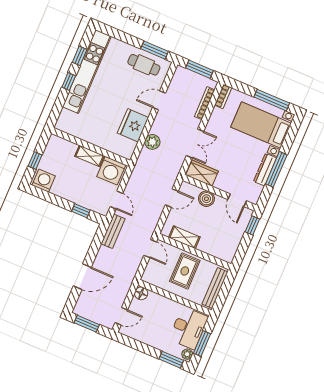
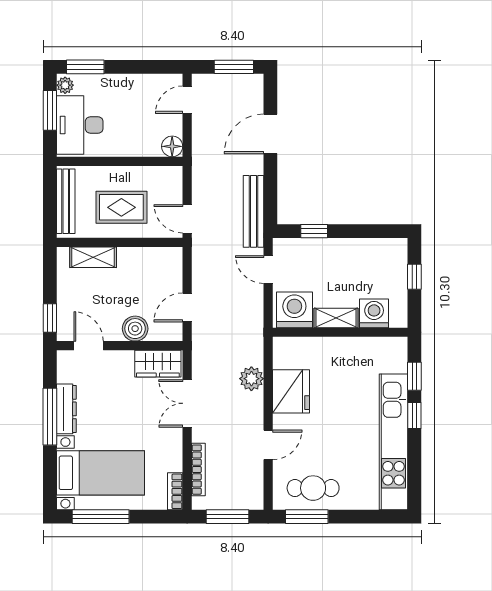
window: (80, 56) -> (414, 376), moved
washing machine: (44, 181) -> (374, 313), moved, turned 180
bench: (113, 231) -> (253, 211), width x1.36
shelving: (184, 237) -> (93, 257), moved
rug: (185, 271) -> (121, 207), turned 90

